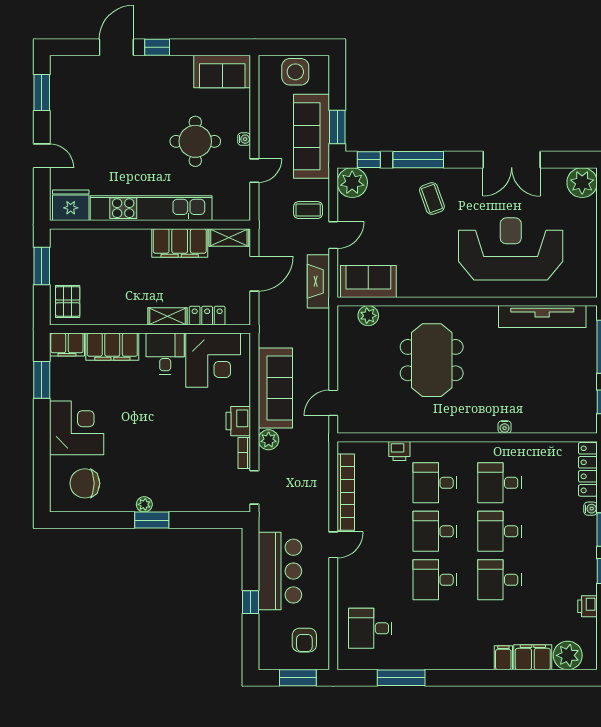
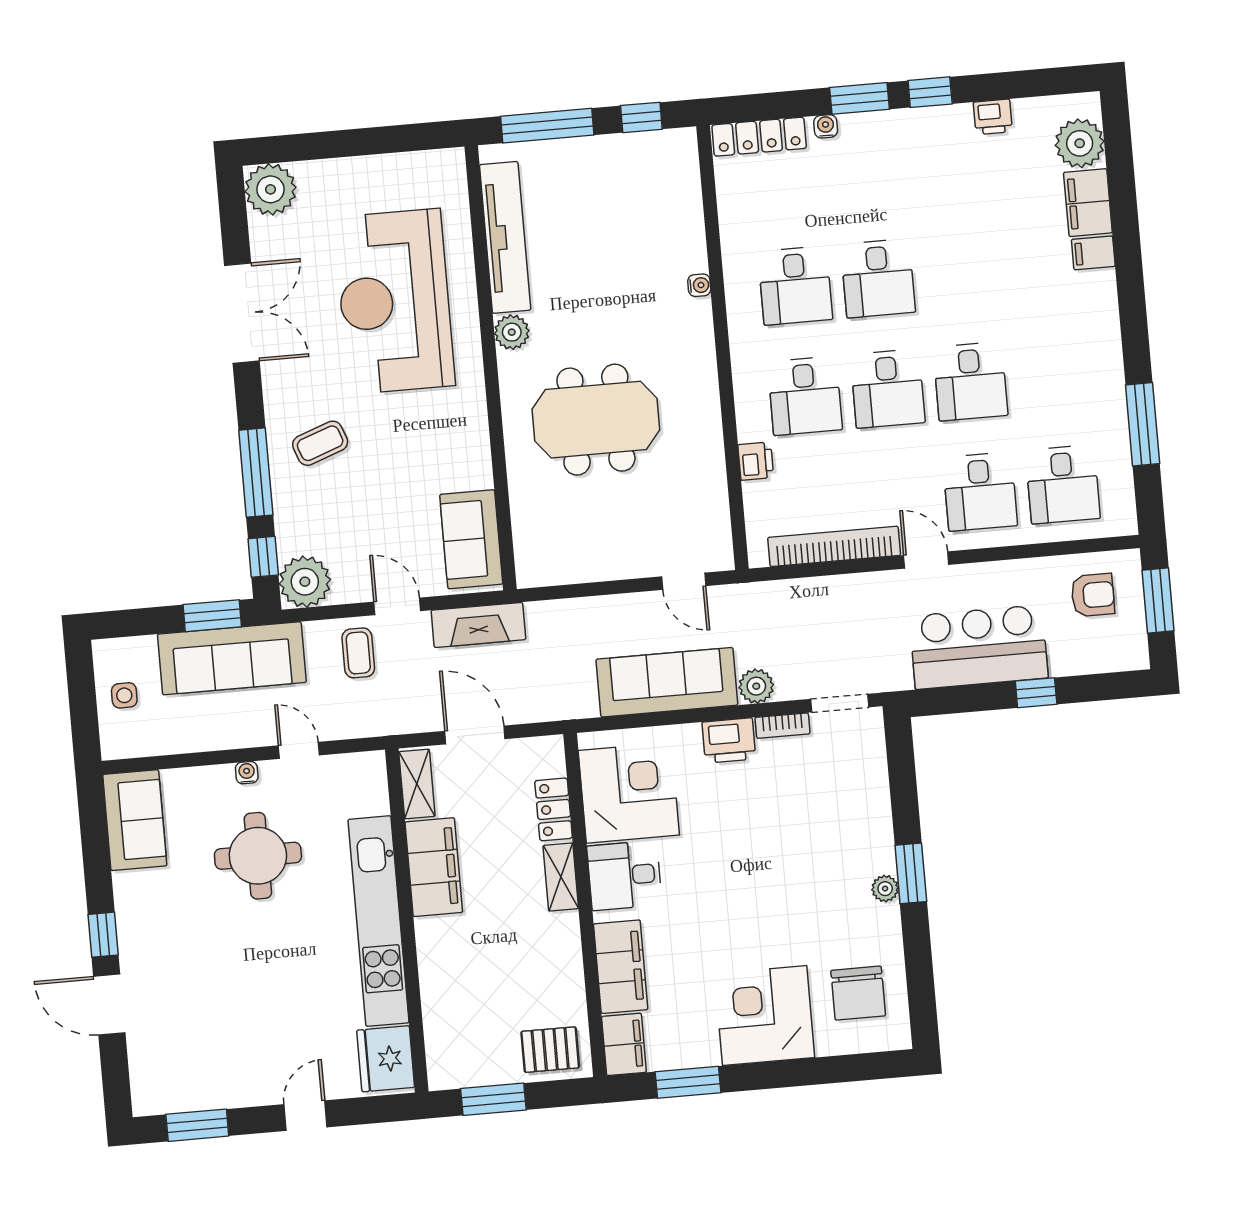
side table: (295, 72) -> (124, 695), width x0.54, depth x0.54
plant: (368, 316) -> (512, 332), moved
desk: (499, 580) -> (980, 492), moved

